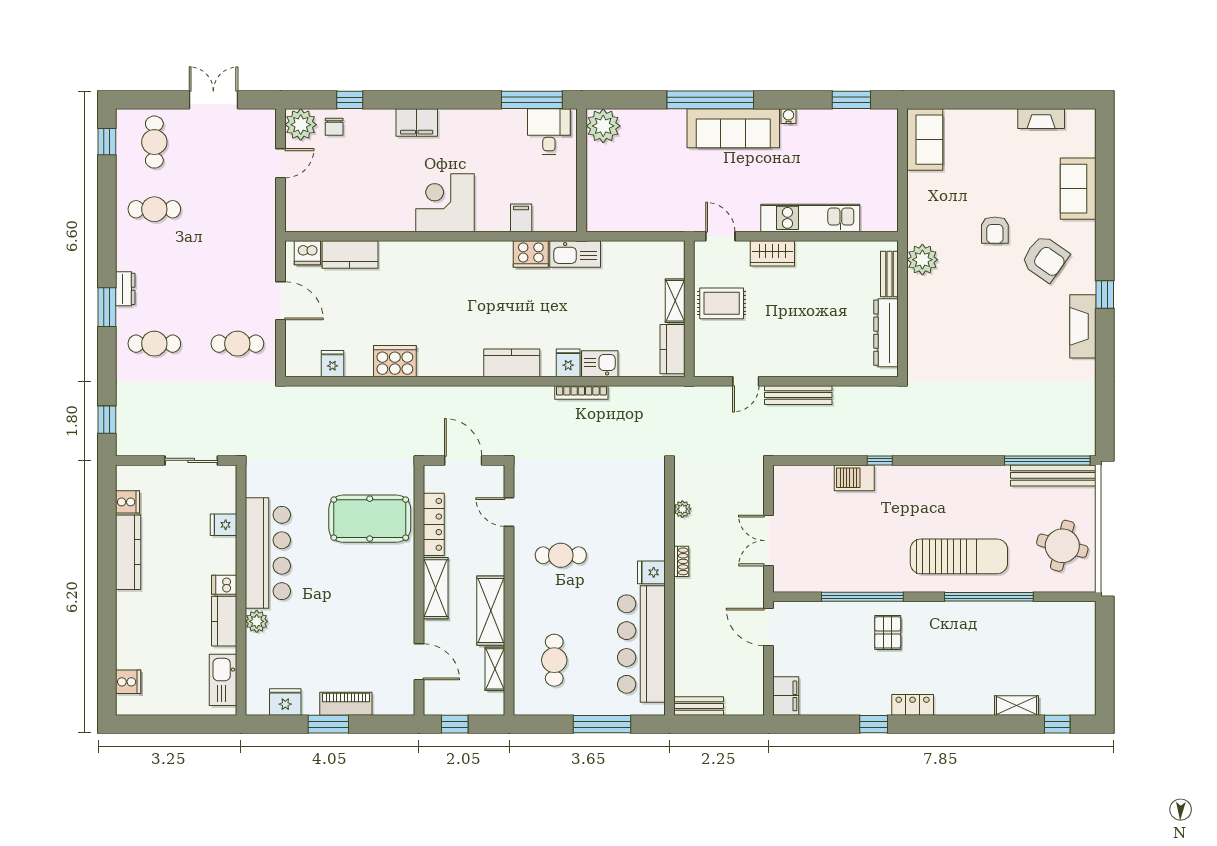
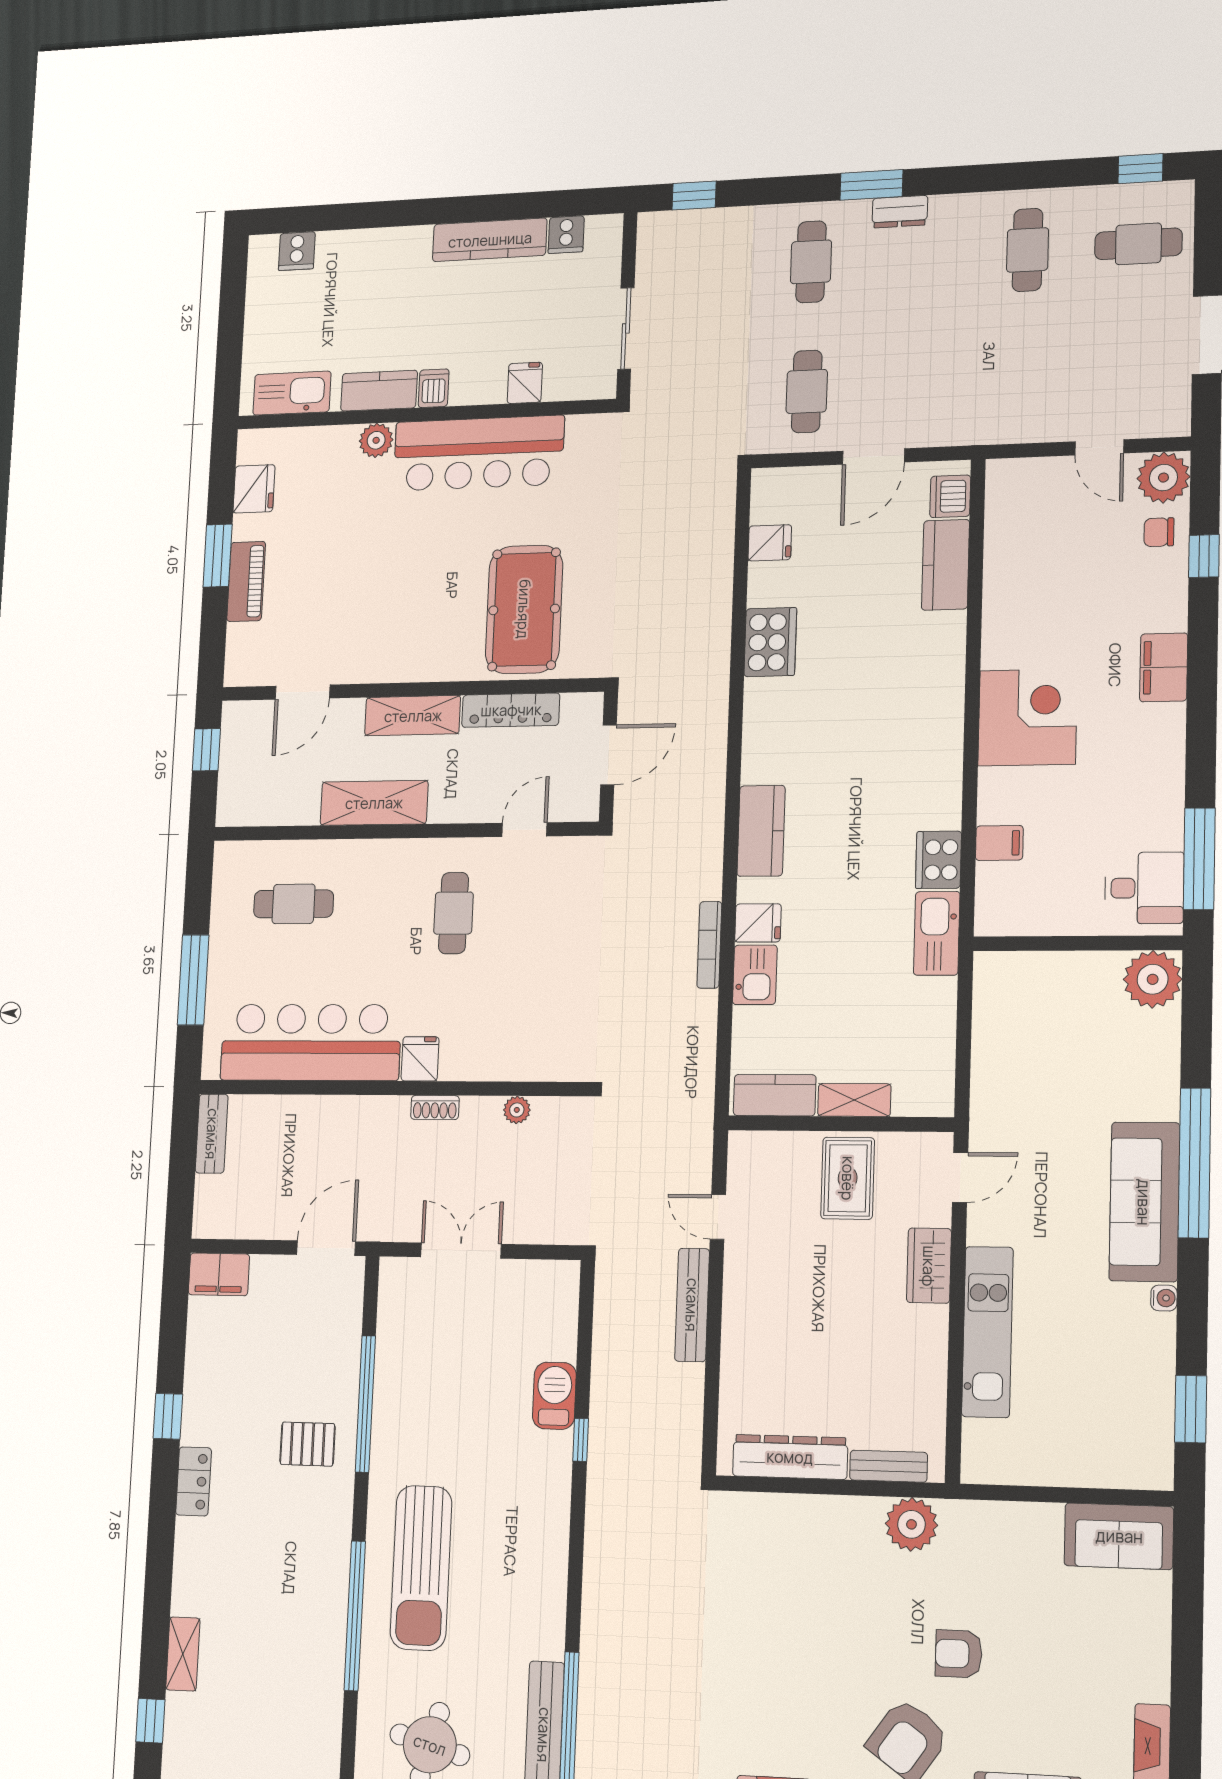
shelving: (495, 669) -> (286, 811), removed

